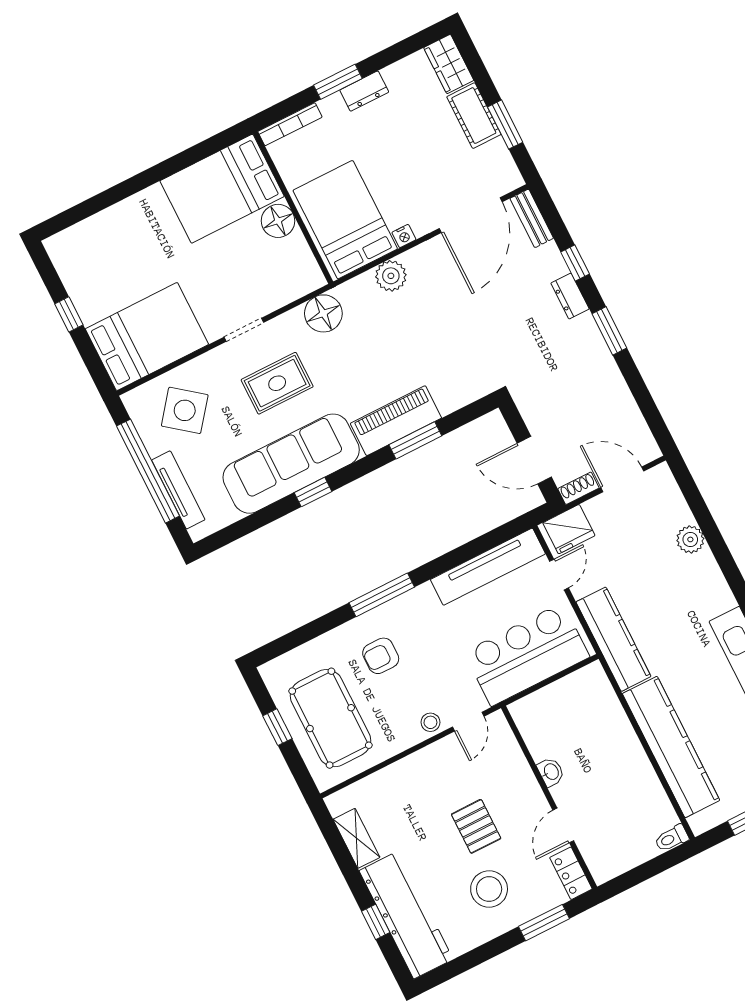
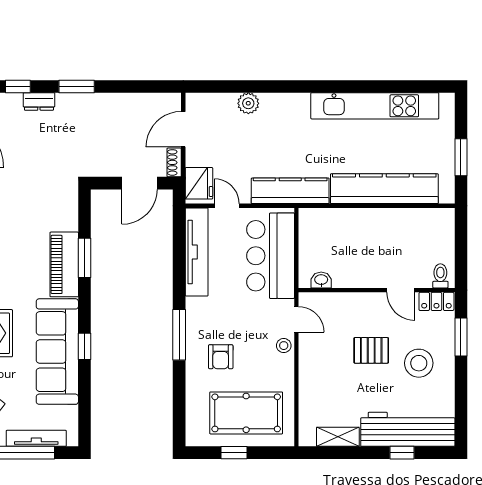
washbasin: (551, 772) -> (321, 280), moved
toilet: (672, 838) -> (440, 276), moved, turned 180

